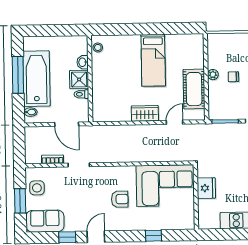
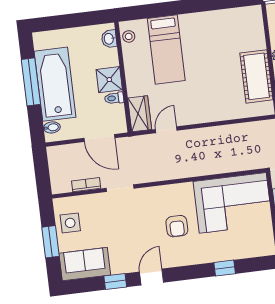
bed: (153, 60) -> (166, 49), moved
washbasin: (83, 62) -> (109, 39), moved
wardrobe: (145, 113) -> (140, 114), moved, turned 90
door: (175, 122) -> (166, 130), moved
armchair: (120, 199) -> (177, 226), turned 90

